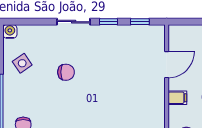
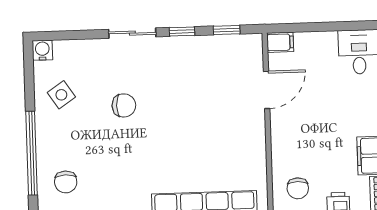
filing cabinet: (177, 98) -> (280, 42), moved

